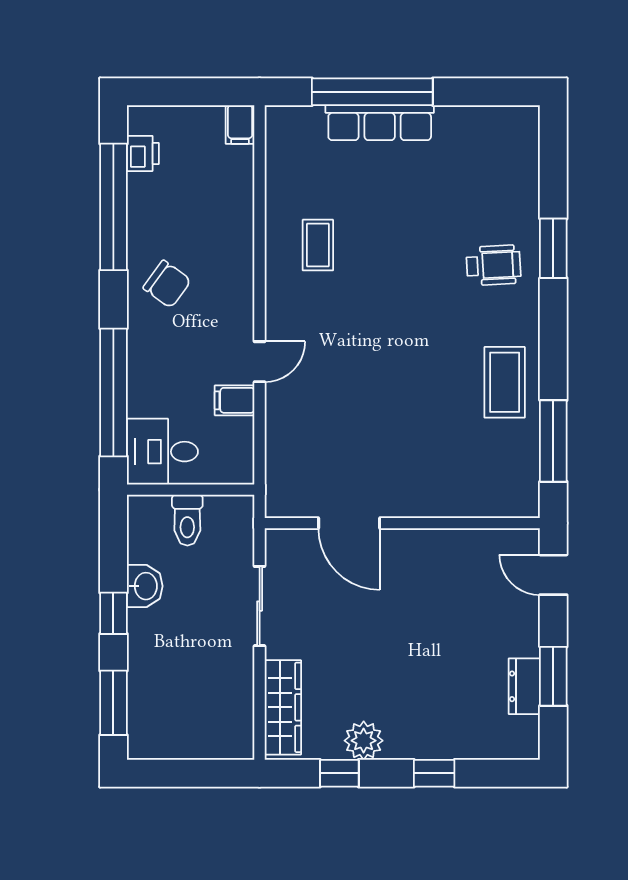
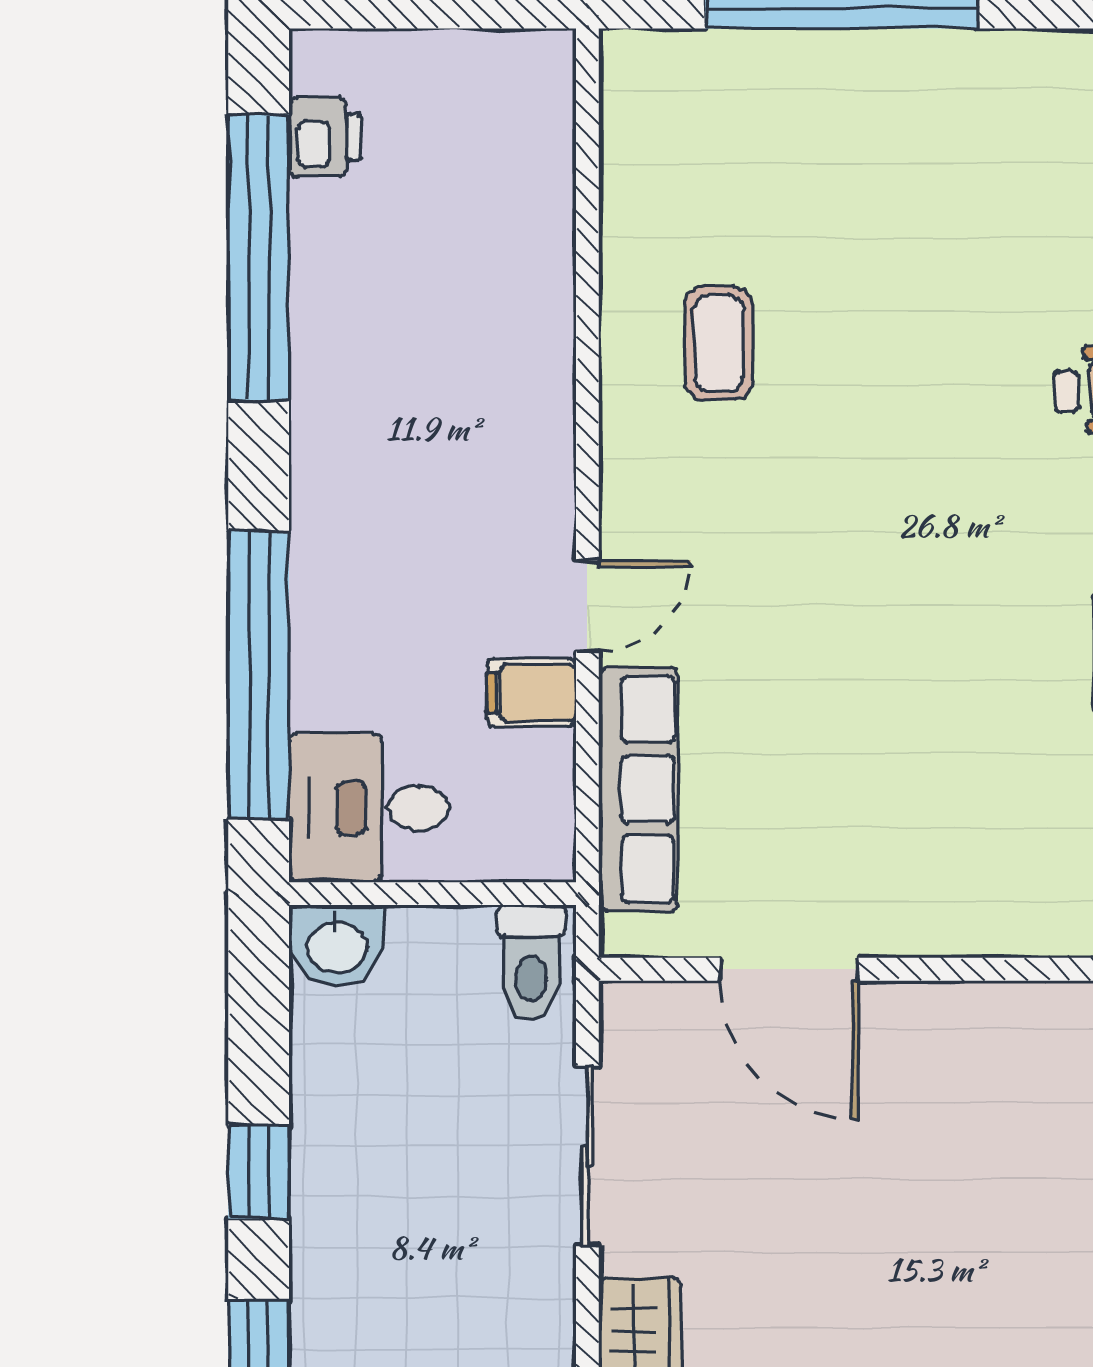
row of seats: (380, 123) -> (638, 789), moved, turned -90
filing cabinet: (240, 124) -> (543, 72), removed
chair: (167, 284) -> (379, 431), removed
toilet: (187, 520) -> (531, 962), moved
washbasin: (145, 586) -> (336, 945), moved, turned 90

